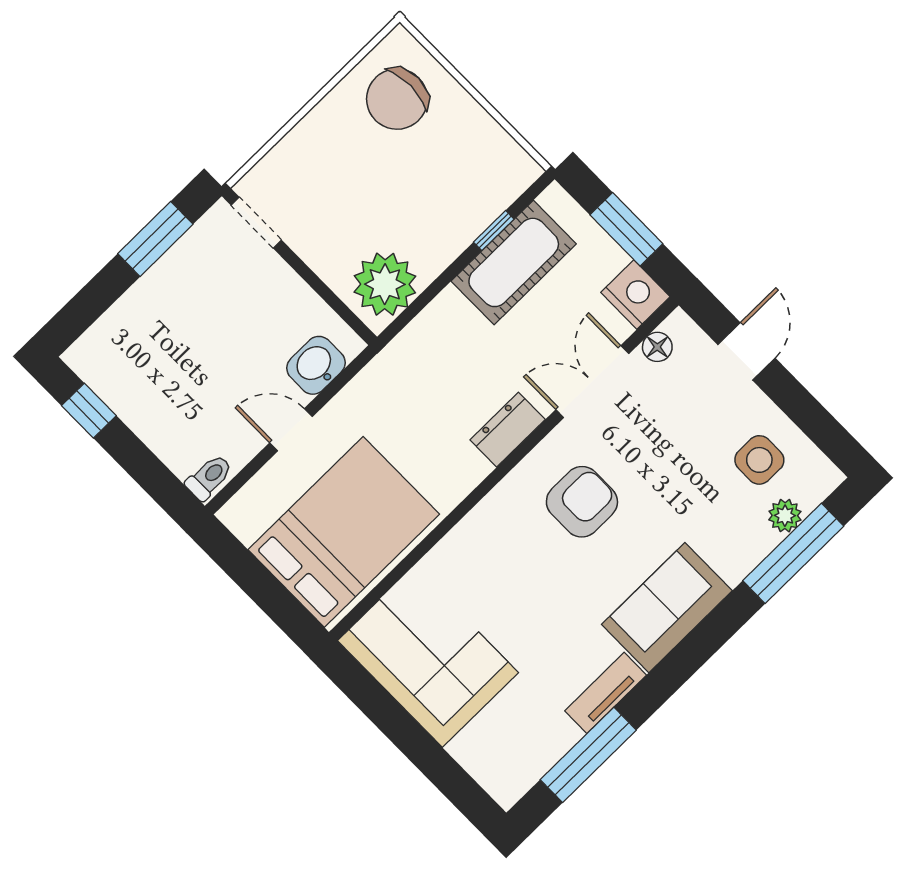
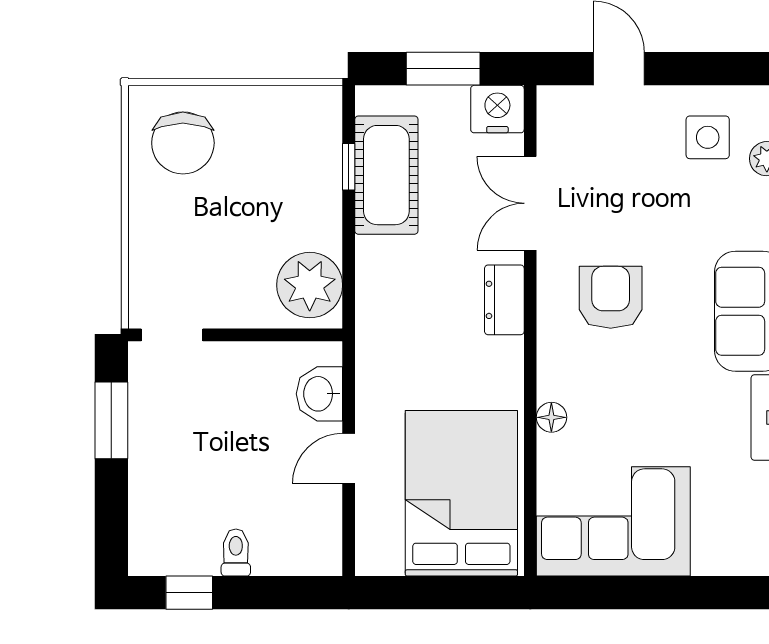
floor lamp: (657, 347) -> (551, 417), moved
toilet: (209, 477) -> (236, 552), moved

